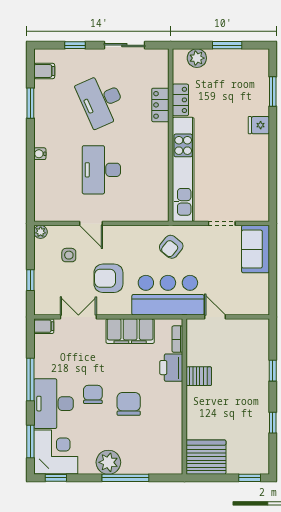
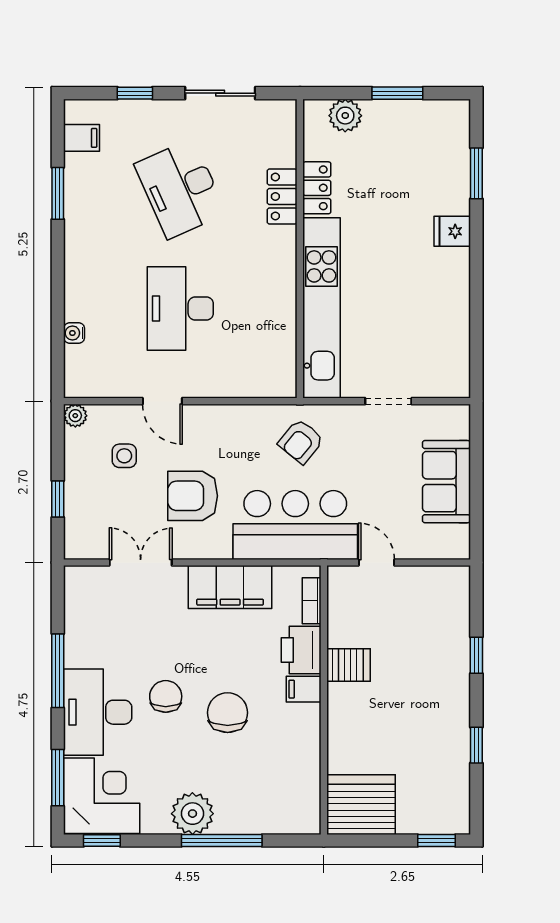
water cooler: (40, 154) -> (74, 333), moved
sofa: (255, 249) -> (446, 482), moved
filing cabinet: (44, 326) -> (304, 689), moved, turned 180

